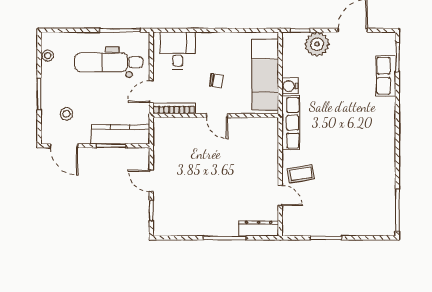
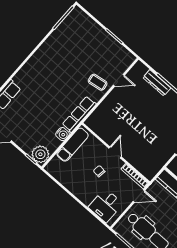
plant: (317, 44) -> (40, 154), moved
exam couch: (265, 75) -> (73, 145), width x0.73, depth x0.69
door: (280, 196) -> (119, 80), swing flipped
dresser: (259, 228) -> (157, 83), moved

